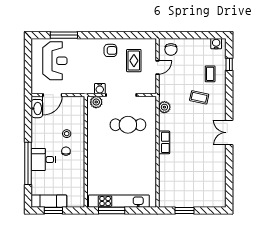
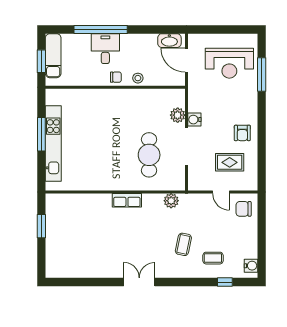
wall: (86, 152) -> (115, 87), moved

